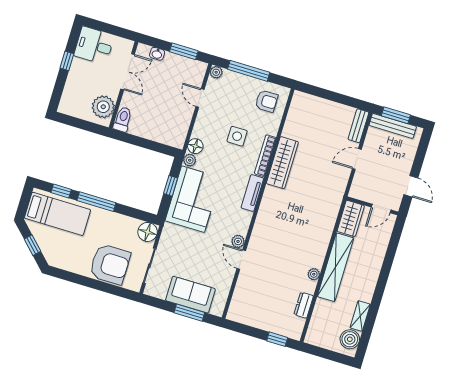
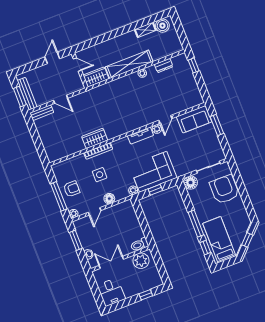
window: (67, 61) -> (146, 295), moved
armchair: (267, 101) -> (72, 189), moved, turned 90
floor lamp: (195, 146) -> (109, 199), moved
wardrobe: (282, 163) -> (95, 138), width x0.67
tv unit: (252, 193) -> (140, 136), moved
sofa: (190, 295) -> (194, 119), moved, turned -90

